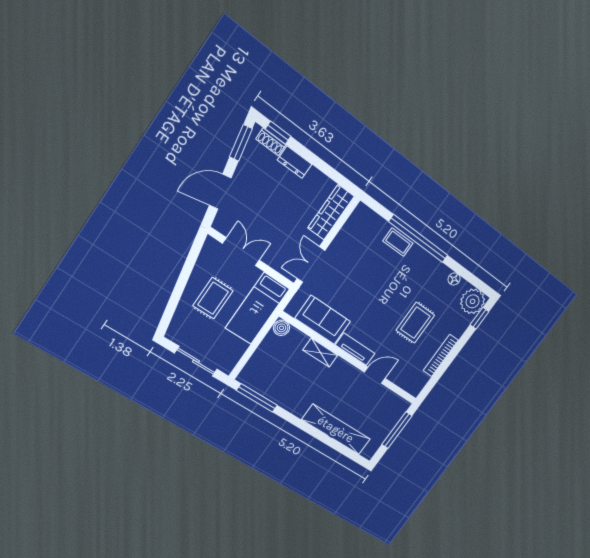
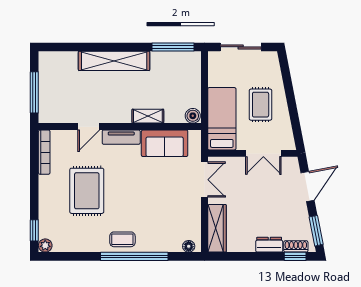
coffee table: (398, 242) -> (122, 239), moved
floor lamp: (454, 279) -> (189, 246), moved
plant: (473, 301) -> (45, 246), width x0.53, depth x0.53
rug: (415, 323) -> (87, 191), width x1.36, depth x1.43
bookcase: (441, 355) -> (44, 152), moved
shelving: (336, 429) -> (114, 61), moved

